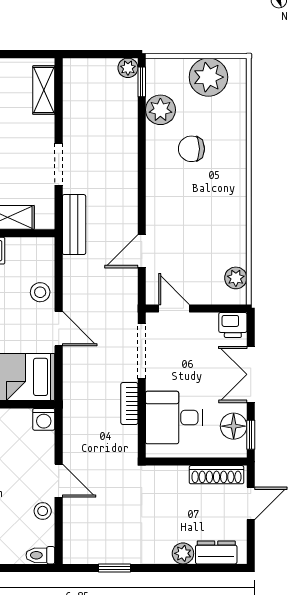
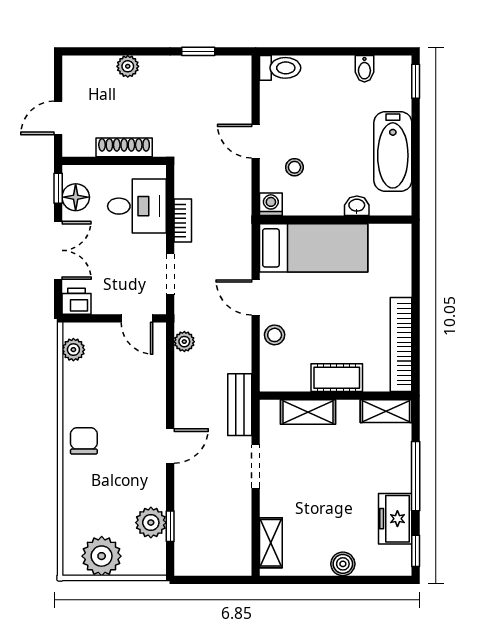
plant: (128, 68) -> (184, 342), moved
window: (142, 82) -> (170, 526), moved
chair: (191, 149) -> (84, 441), moved, turned -90
door: (142, 251) -> (170, 446), moved
doorway: (142, 351) -> (170, 274), width x0.73
shoe rack: (217, 475) -> (124, 147), moved
stool: (43, 511) -> (294, 167), moved
dresser: (216, 552) -> (94, 67), removed
toilet: (40, 555) -> (280, 68), width x1.37, depth x1.39

